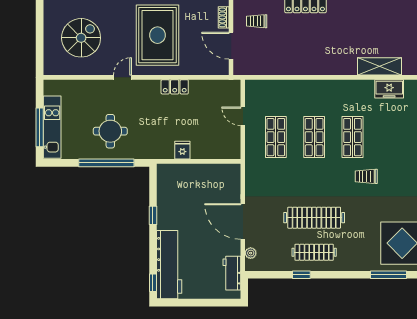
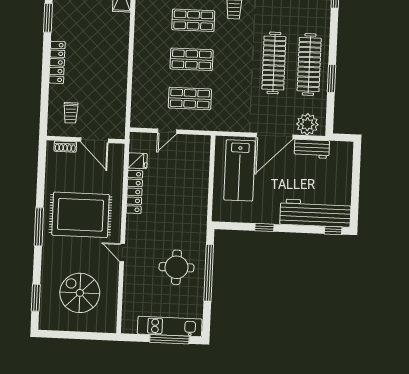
door: (231, 46) -> (94, 140), hinge flipped
locker: (175, 87) -> (134, 192), width x1.53
fridge: (182, 150) -> (138, 161), moved, turned 180
lab bench: (208, 189) -> (239, 170), added
clothes rail: (314, 252) -> (309, 64), width x1.37, depth x1.31
plant: (251, 253) -> (307, 124), width x1.87, depth x1.87
workbench: (232, 273) -> (312, 149), moved
window: (301, 275) -> (332, 79), width x1.50

